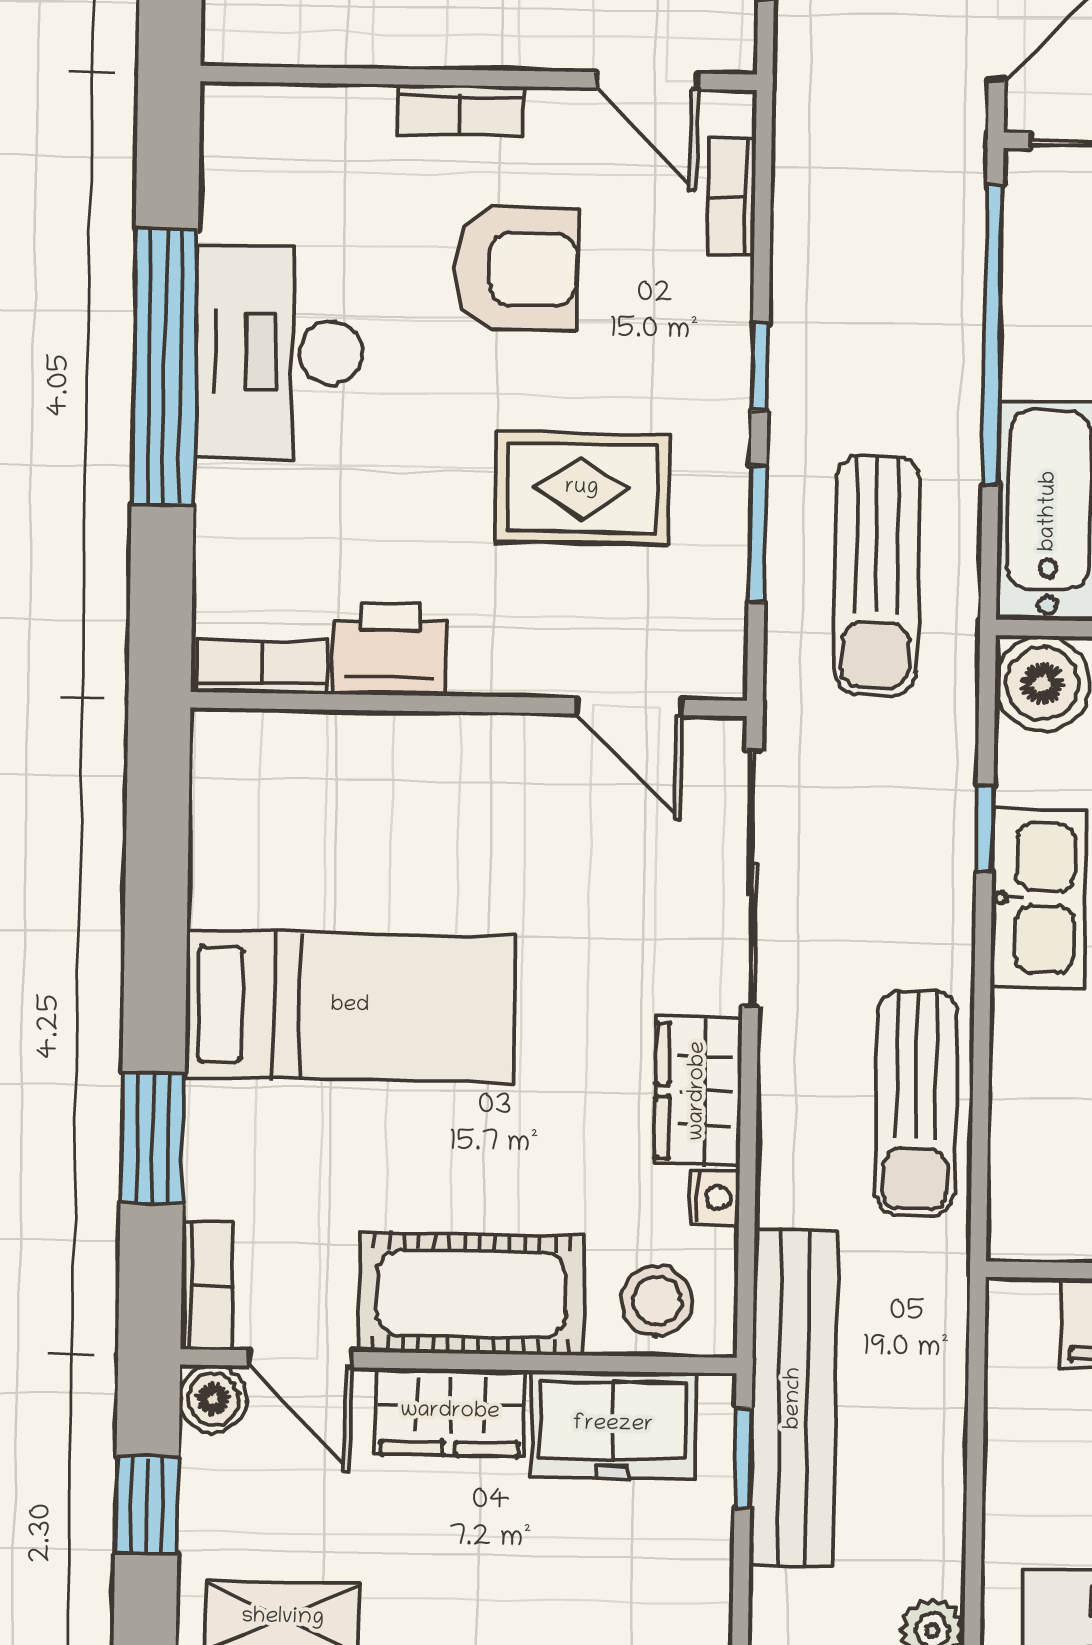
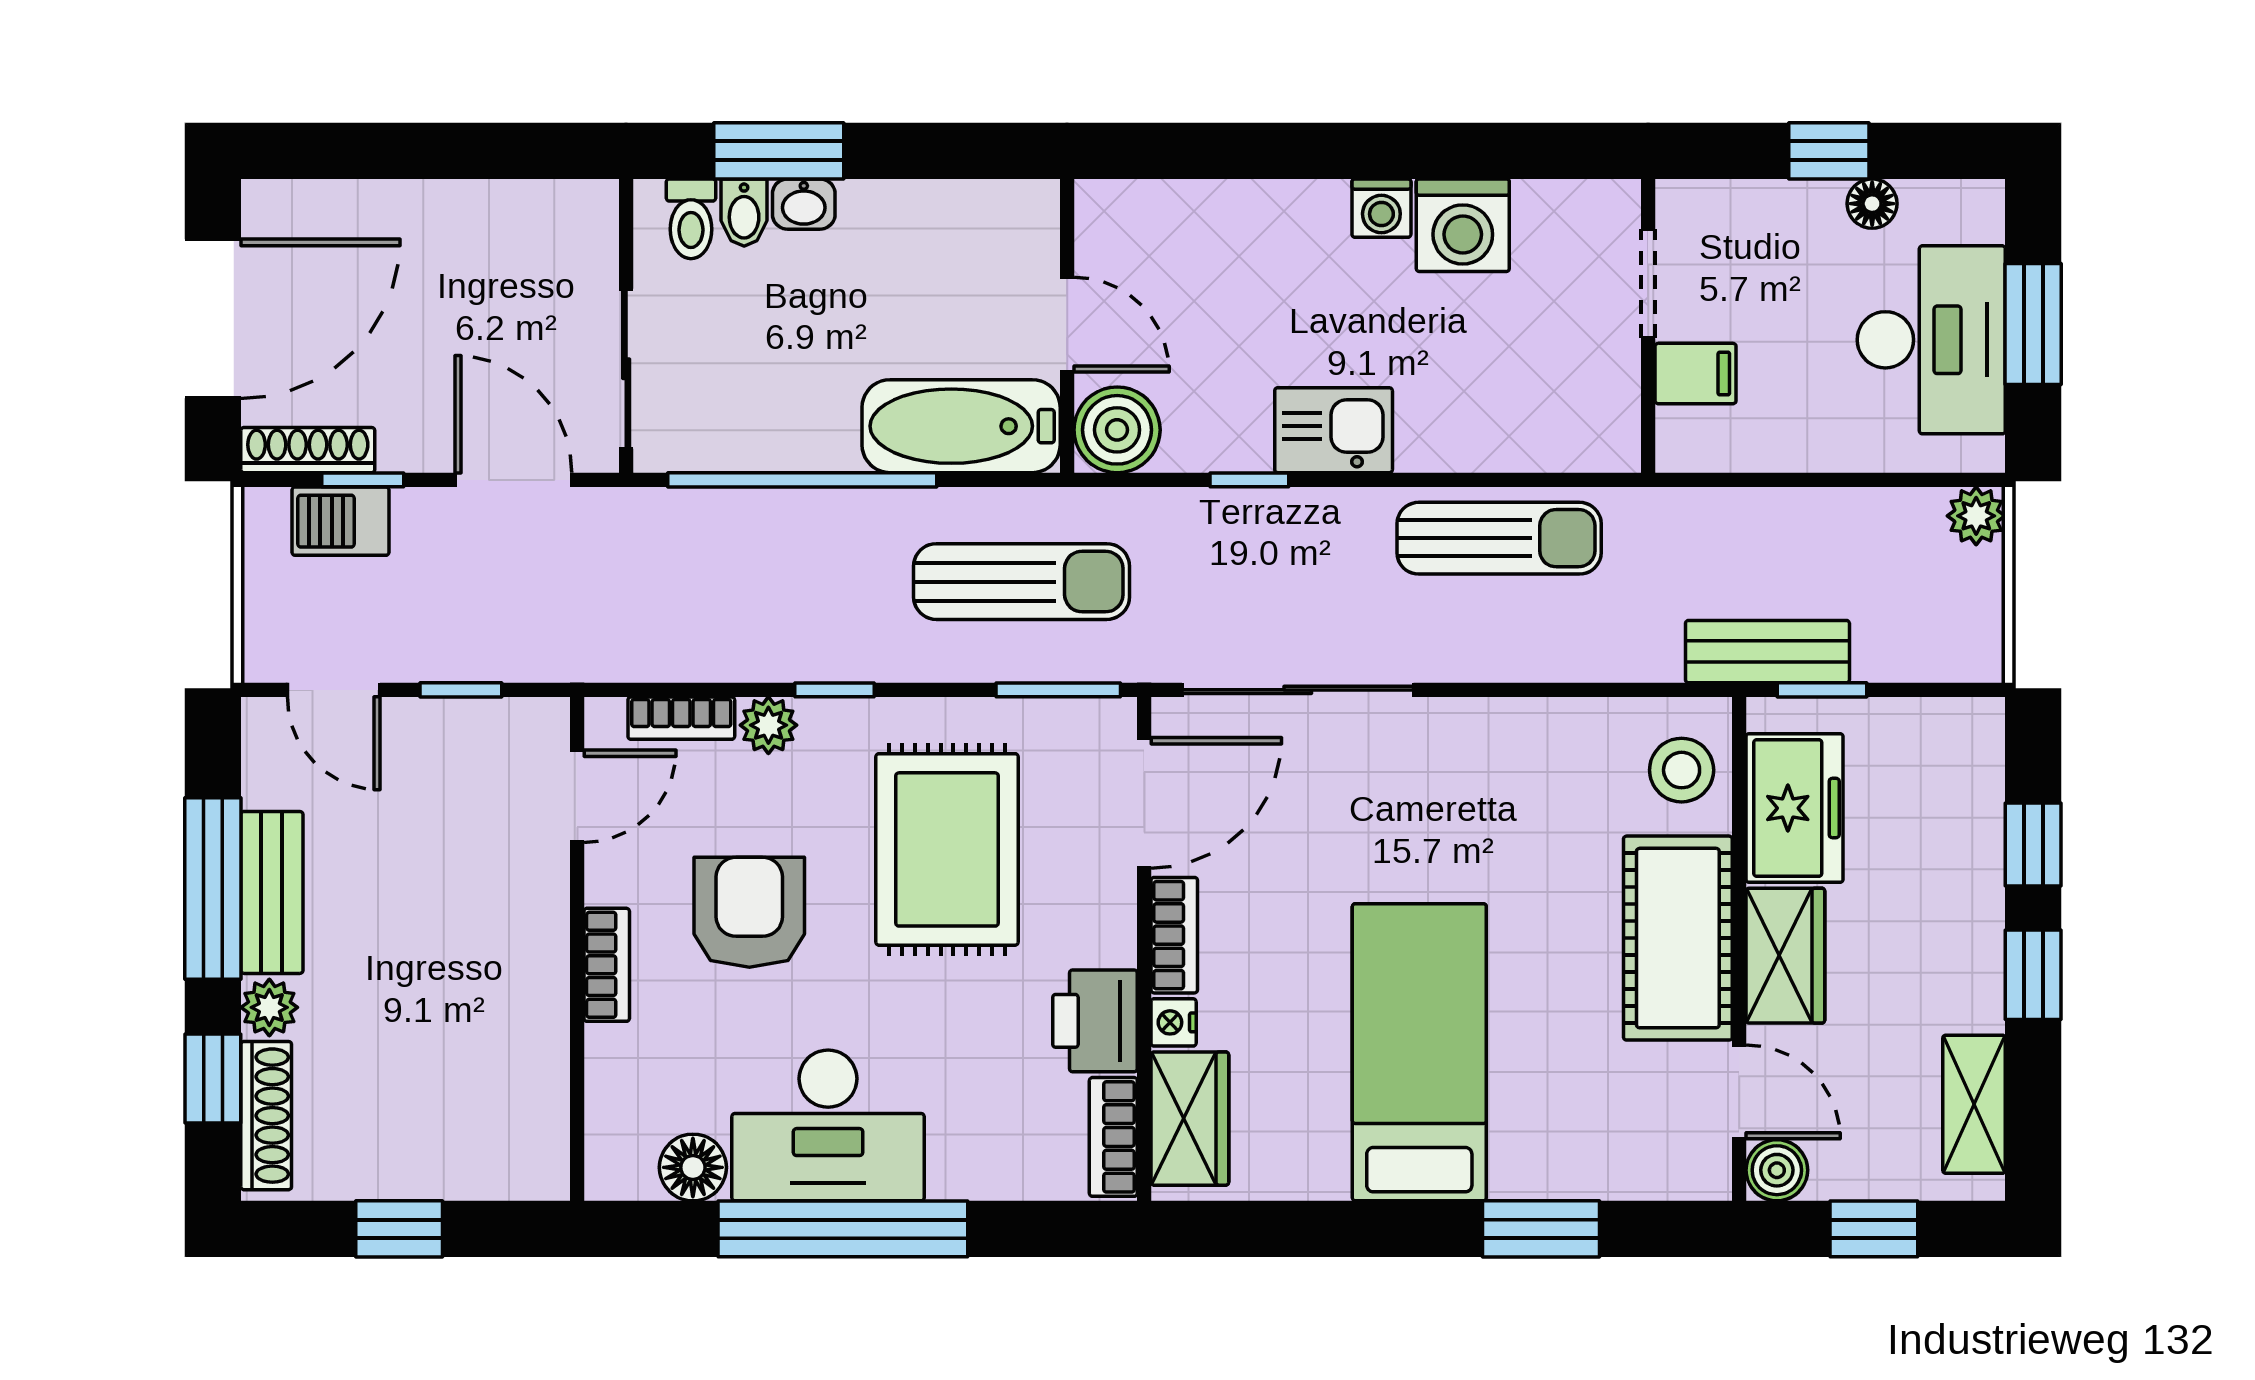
floor lamp: (235, 202) -> (693, 1167), added
plant: (722, 293) -> (768, 725), added
rug: (582, 488) -> (947, 849), width x1.36, depth x1.43
window: (758, 534) -> (1058, 690), moved
door: (630, 707) -> (1144, 803), width x1.38
kitchen sink: (1039, 898) -> (1334, 430), width x0.73
wardrobe: (698, 1091) -> (1190, 1119), moved, turned -90
nightstand: (715, 1197) -> (1174, 1022), moved, turned -90
bookcase: (207, 1286) -> (1174, 935), moved, turned 90
door: (300, 1359) -> (1739, 1092), hinge flipped
bench: (794, 1398) -> (1767, 652), width x0.54, depth x0.82

